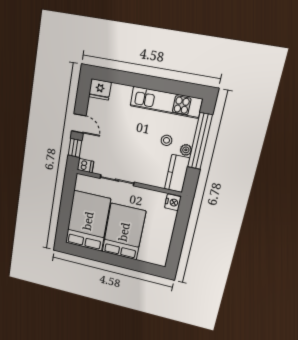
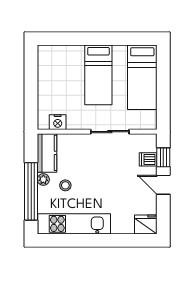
dishwasher: (85, 166) -> (148, 159), moved
nightstand: (173, 202) -> (58, 122), moved, turned -90
bed: (88, 221) -> (142, 77), width x0.67
bed: (124, 232) -> (98, 75), width x0.67

